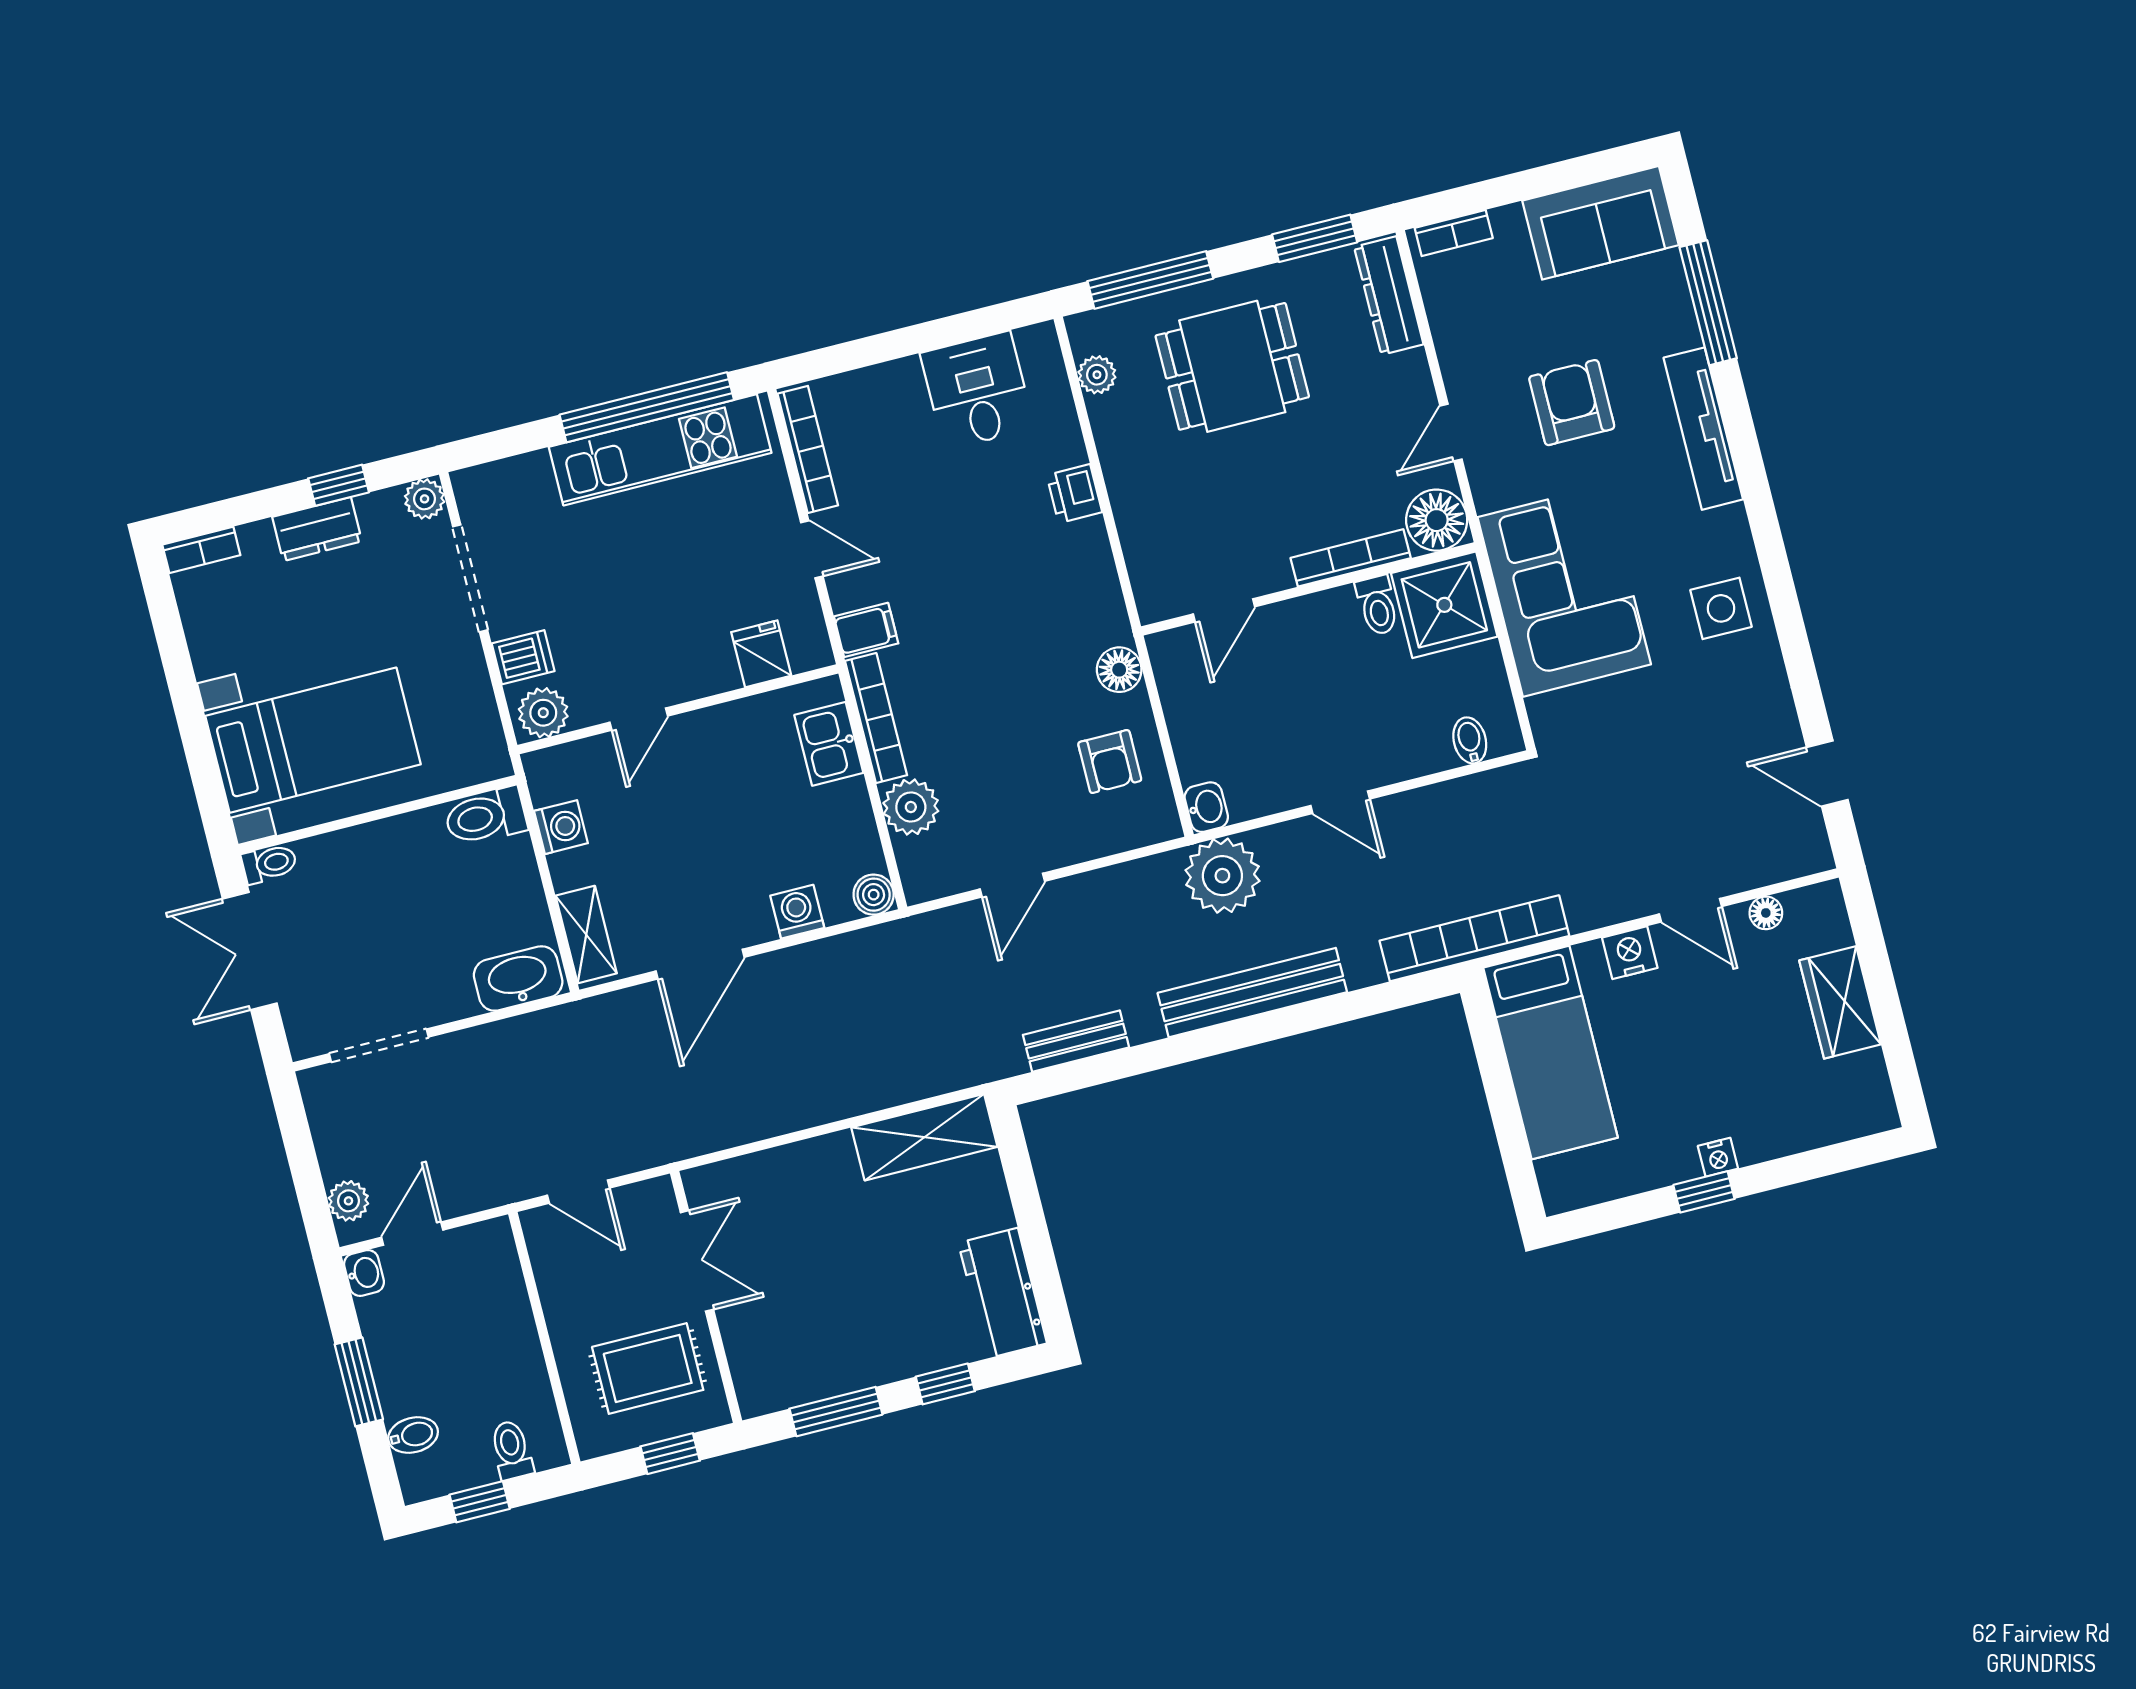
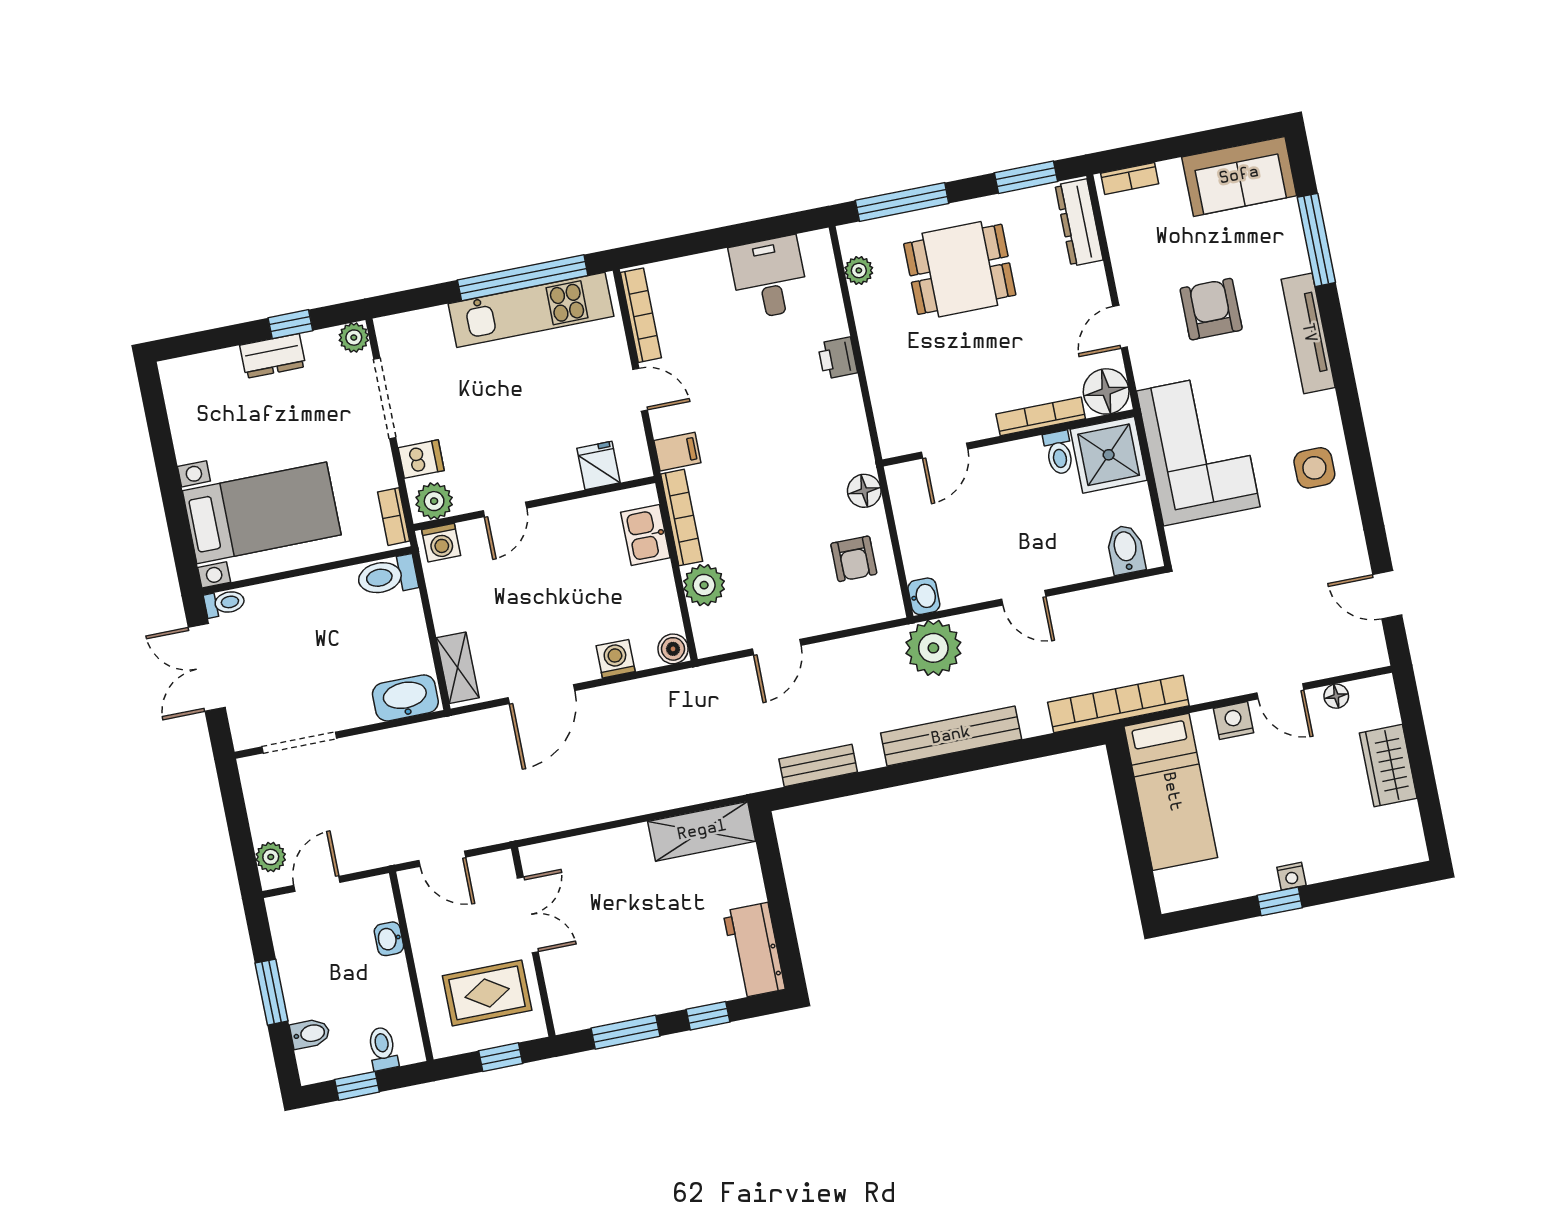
bookcase: (201, 550) -> (394, 517), moved, turned 90
bidet: (1470, 740) -> (1126, 550), width x1.38, depth x1.36
washing machine: (561, 827) -> (441, 543), moved, turned 90
washbasin: (364, 1273) -> (389, 939), moved, turned 180

